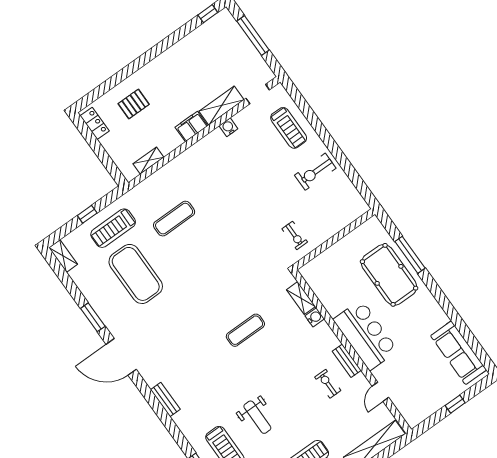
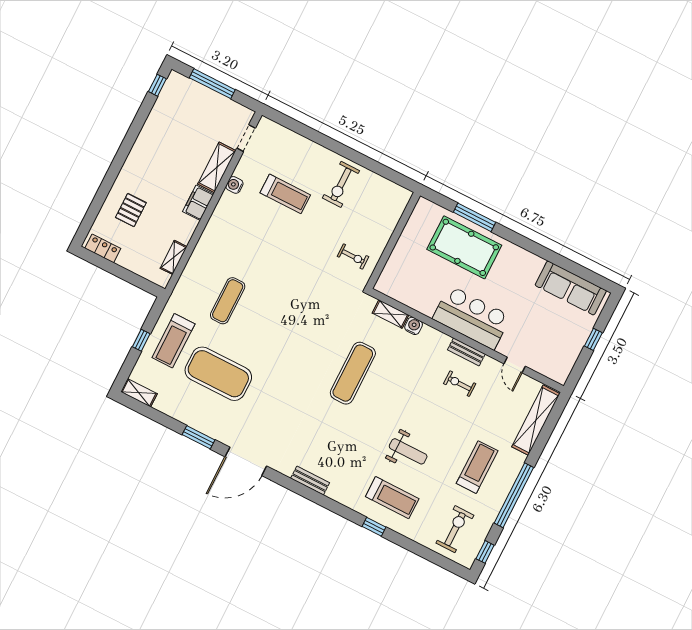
treadmill: (289, 128) -> (285, 194), moved
exercise mat: (245, 330) -> (353, 373), width x1.36, depth x1.45

